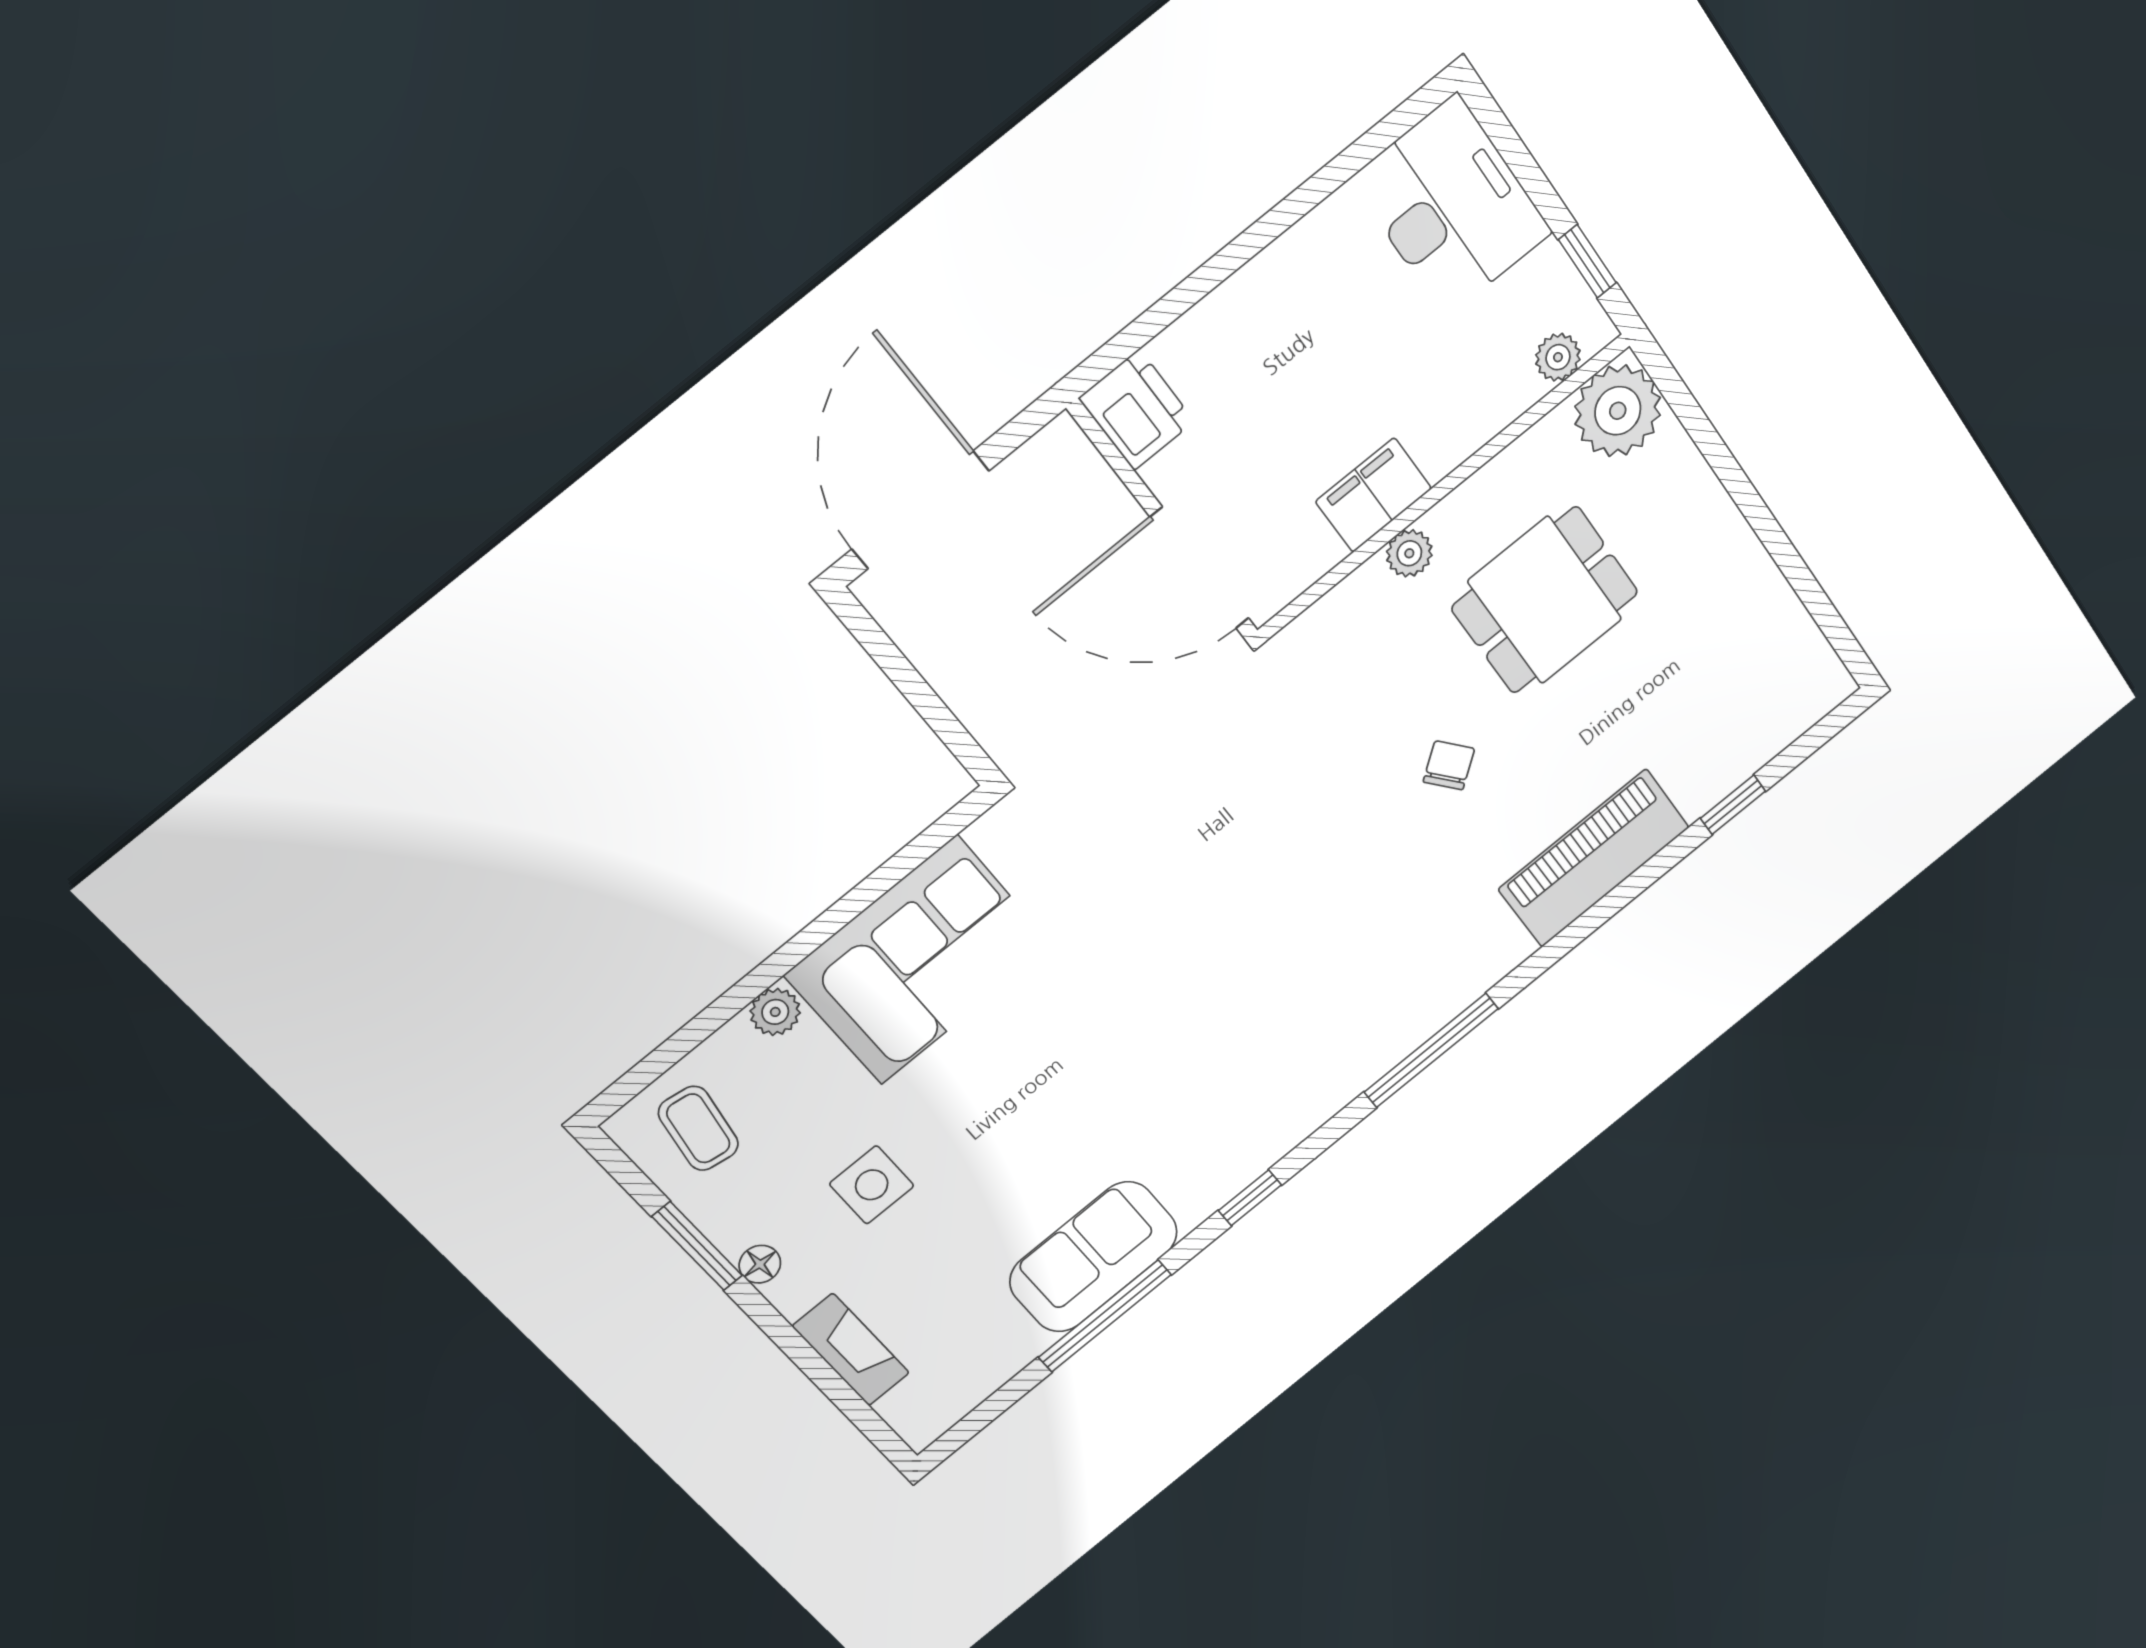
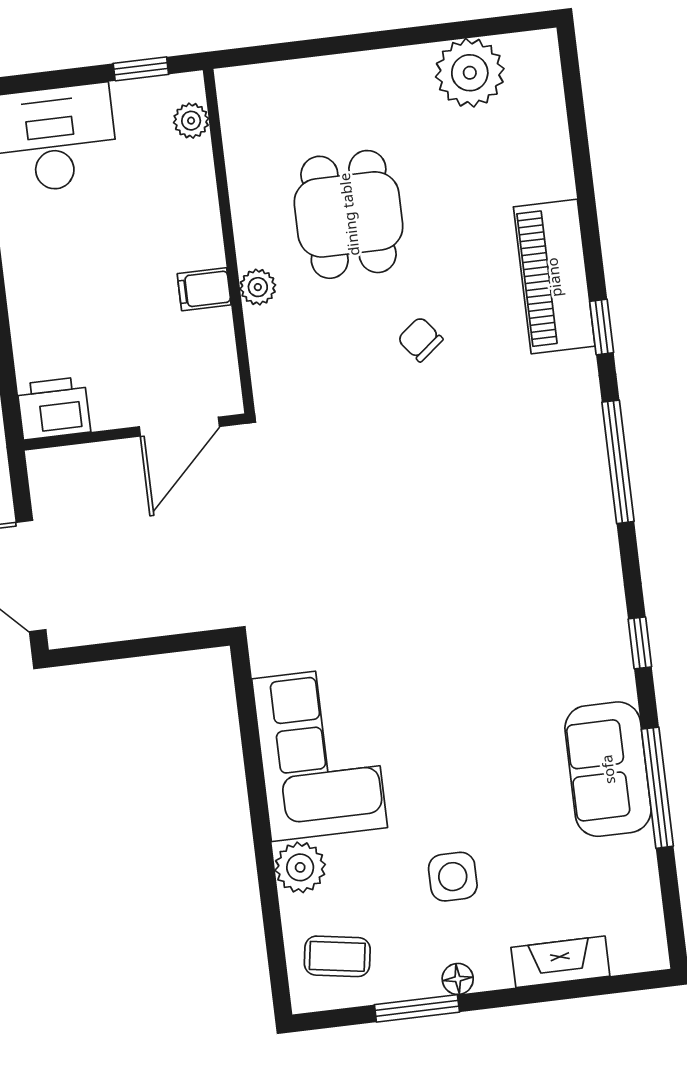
plant: (1618, 411) -> (470, 73), moved
filing cabinet: (1374, 495) -> (204, 289), width x0.50
door: (1200, 568) -> (179, 427), width x0.73
window: (1733, 805) -> (602, 327), moved
plant: (775, 1012) -> (300, 867), width x1.38, depth x1.38

